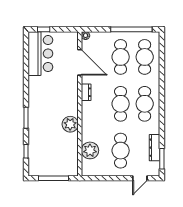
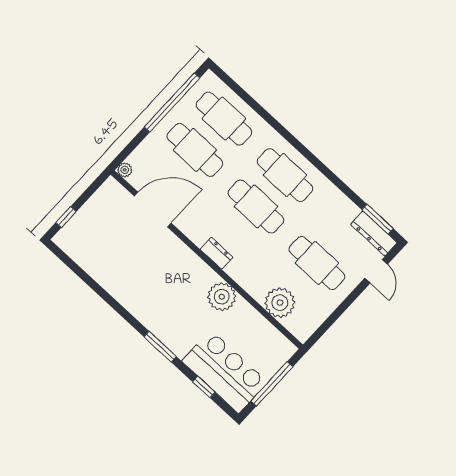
bar counter: (40, 54) -> (225, 372), moved
dresser: (86, 92) -> (216, 253), moved
dresser: (154, 148) -> (374, 233), moved

